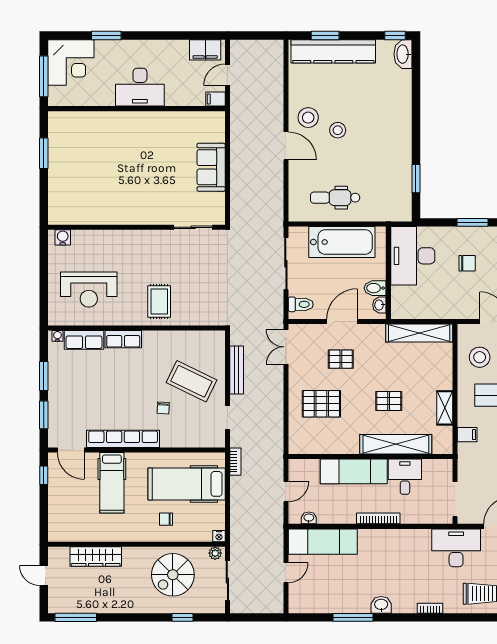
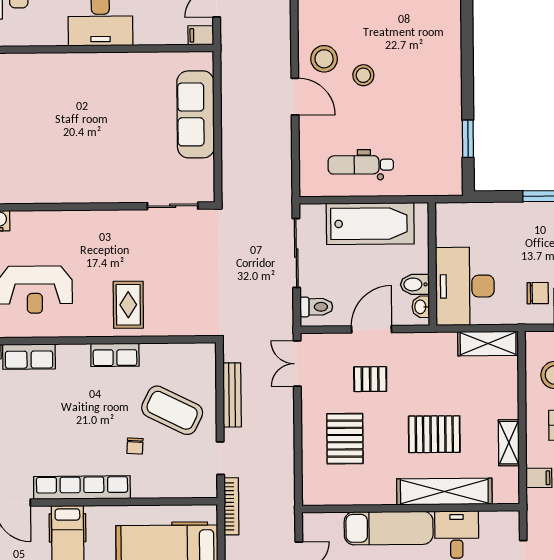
sofa: (211, 167) -> (196, 114), width x1.36
desk: (413, 256) -> (465, 286), moved
chair: (467, 263) -> (538, 293), moved
shelving: (419, 333) -> (488, 344), width x0.68
row of seats: (123, 339) -> (115, 355), moved
pallet: (389, 401) -> (434, 434), width x1.50, depth x1.42
pallet: (321, 404) -> (345, 439), turned 90
bookcase: (235, 462) -> (231, 506), width x1.56

